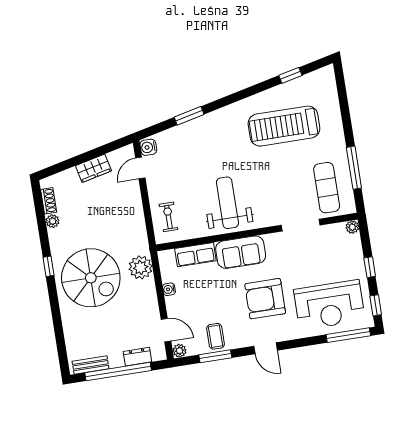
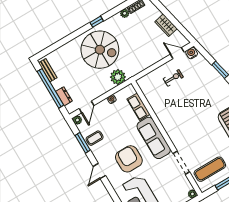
weight bench: (227, 203) -> (177, 114), removed
exercise bike: (168, 217) -> (173, 78), moved
sofa: (241, 252) -> (154, 138), width x1.36
spiral stairs: (91, 278) -> (100, 50), turned -90

